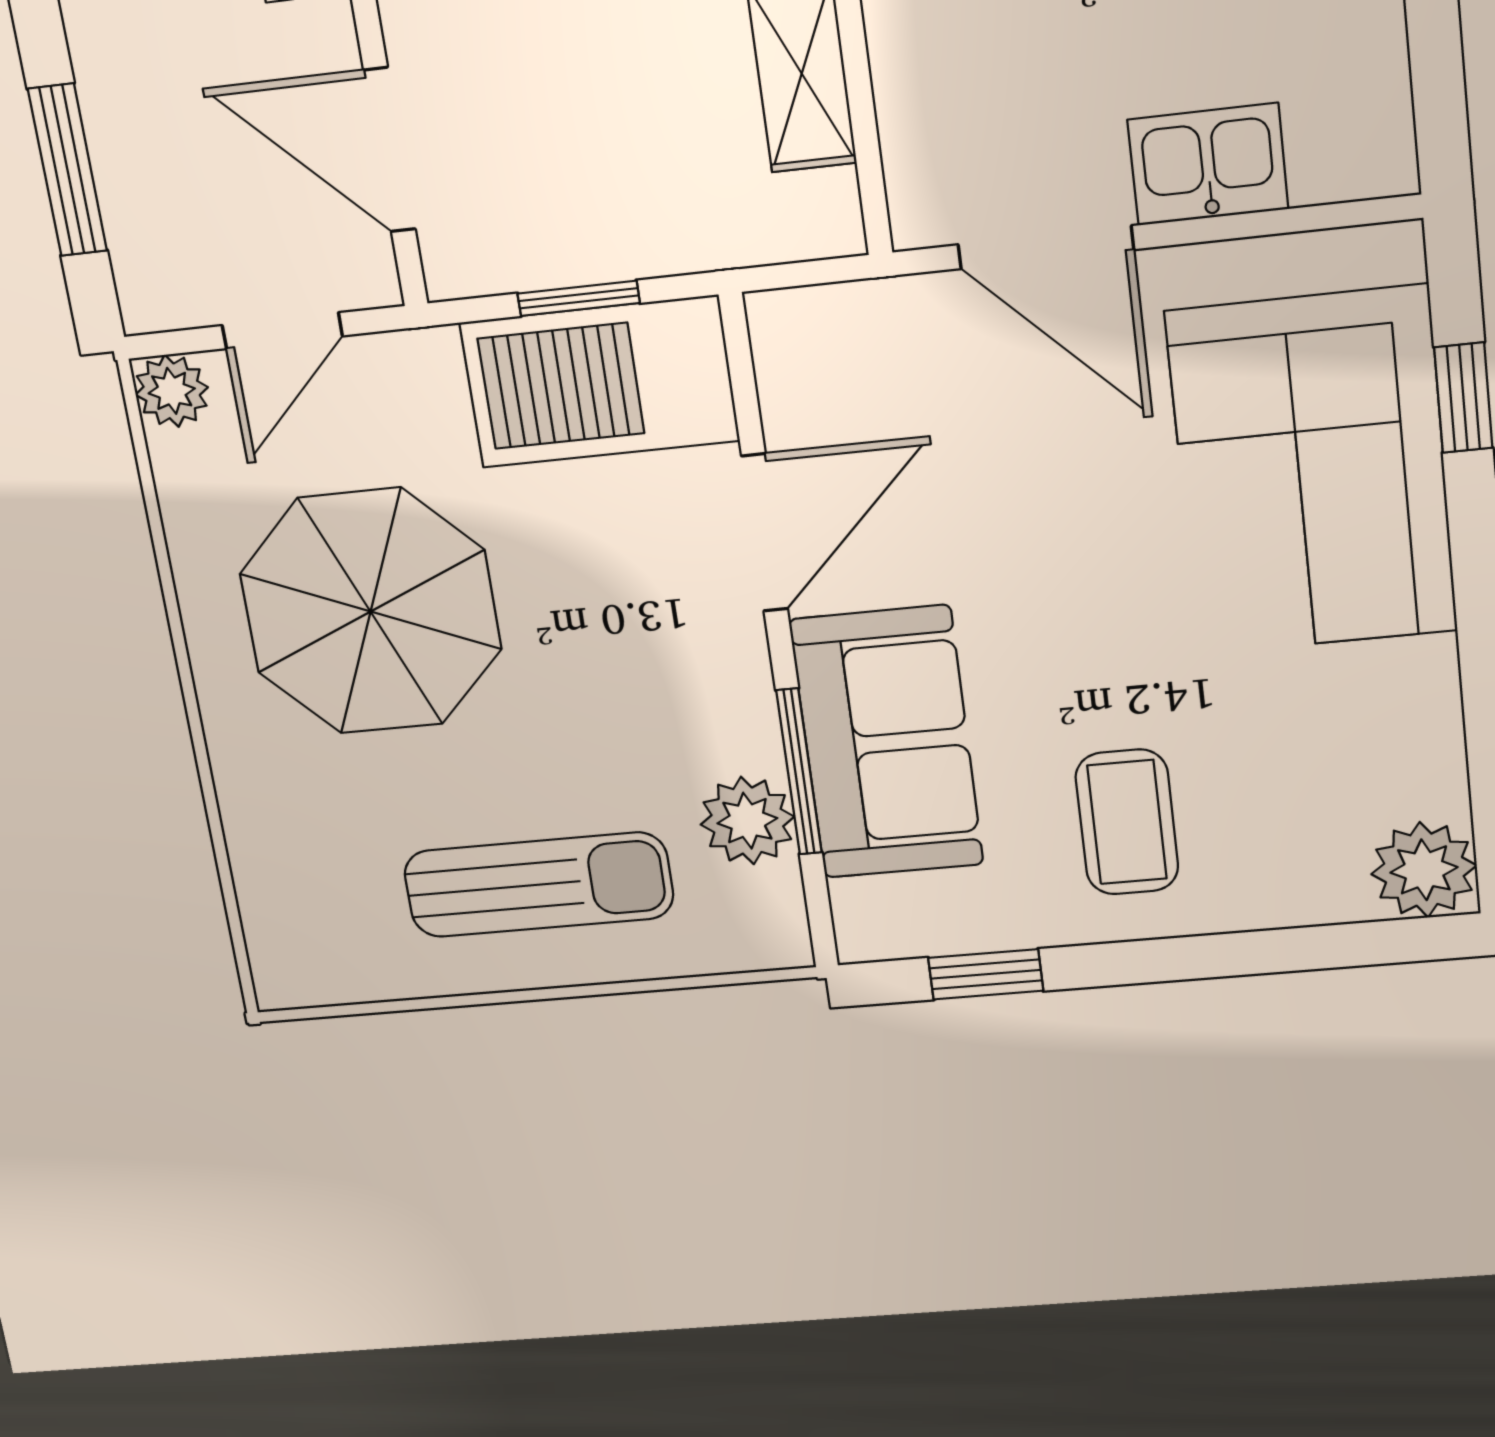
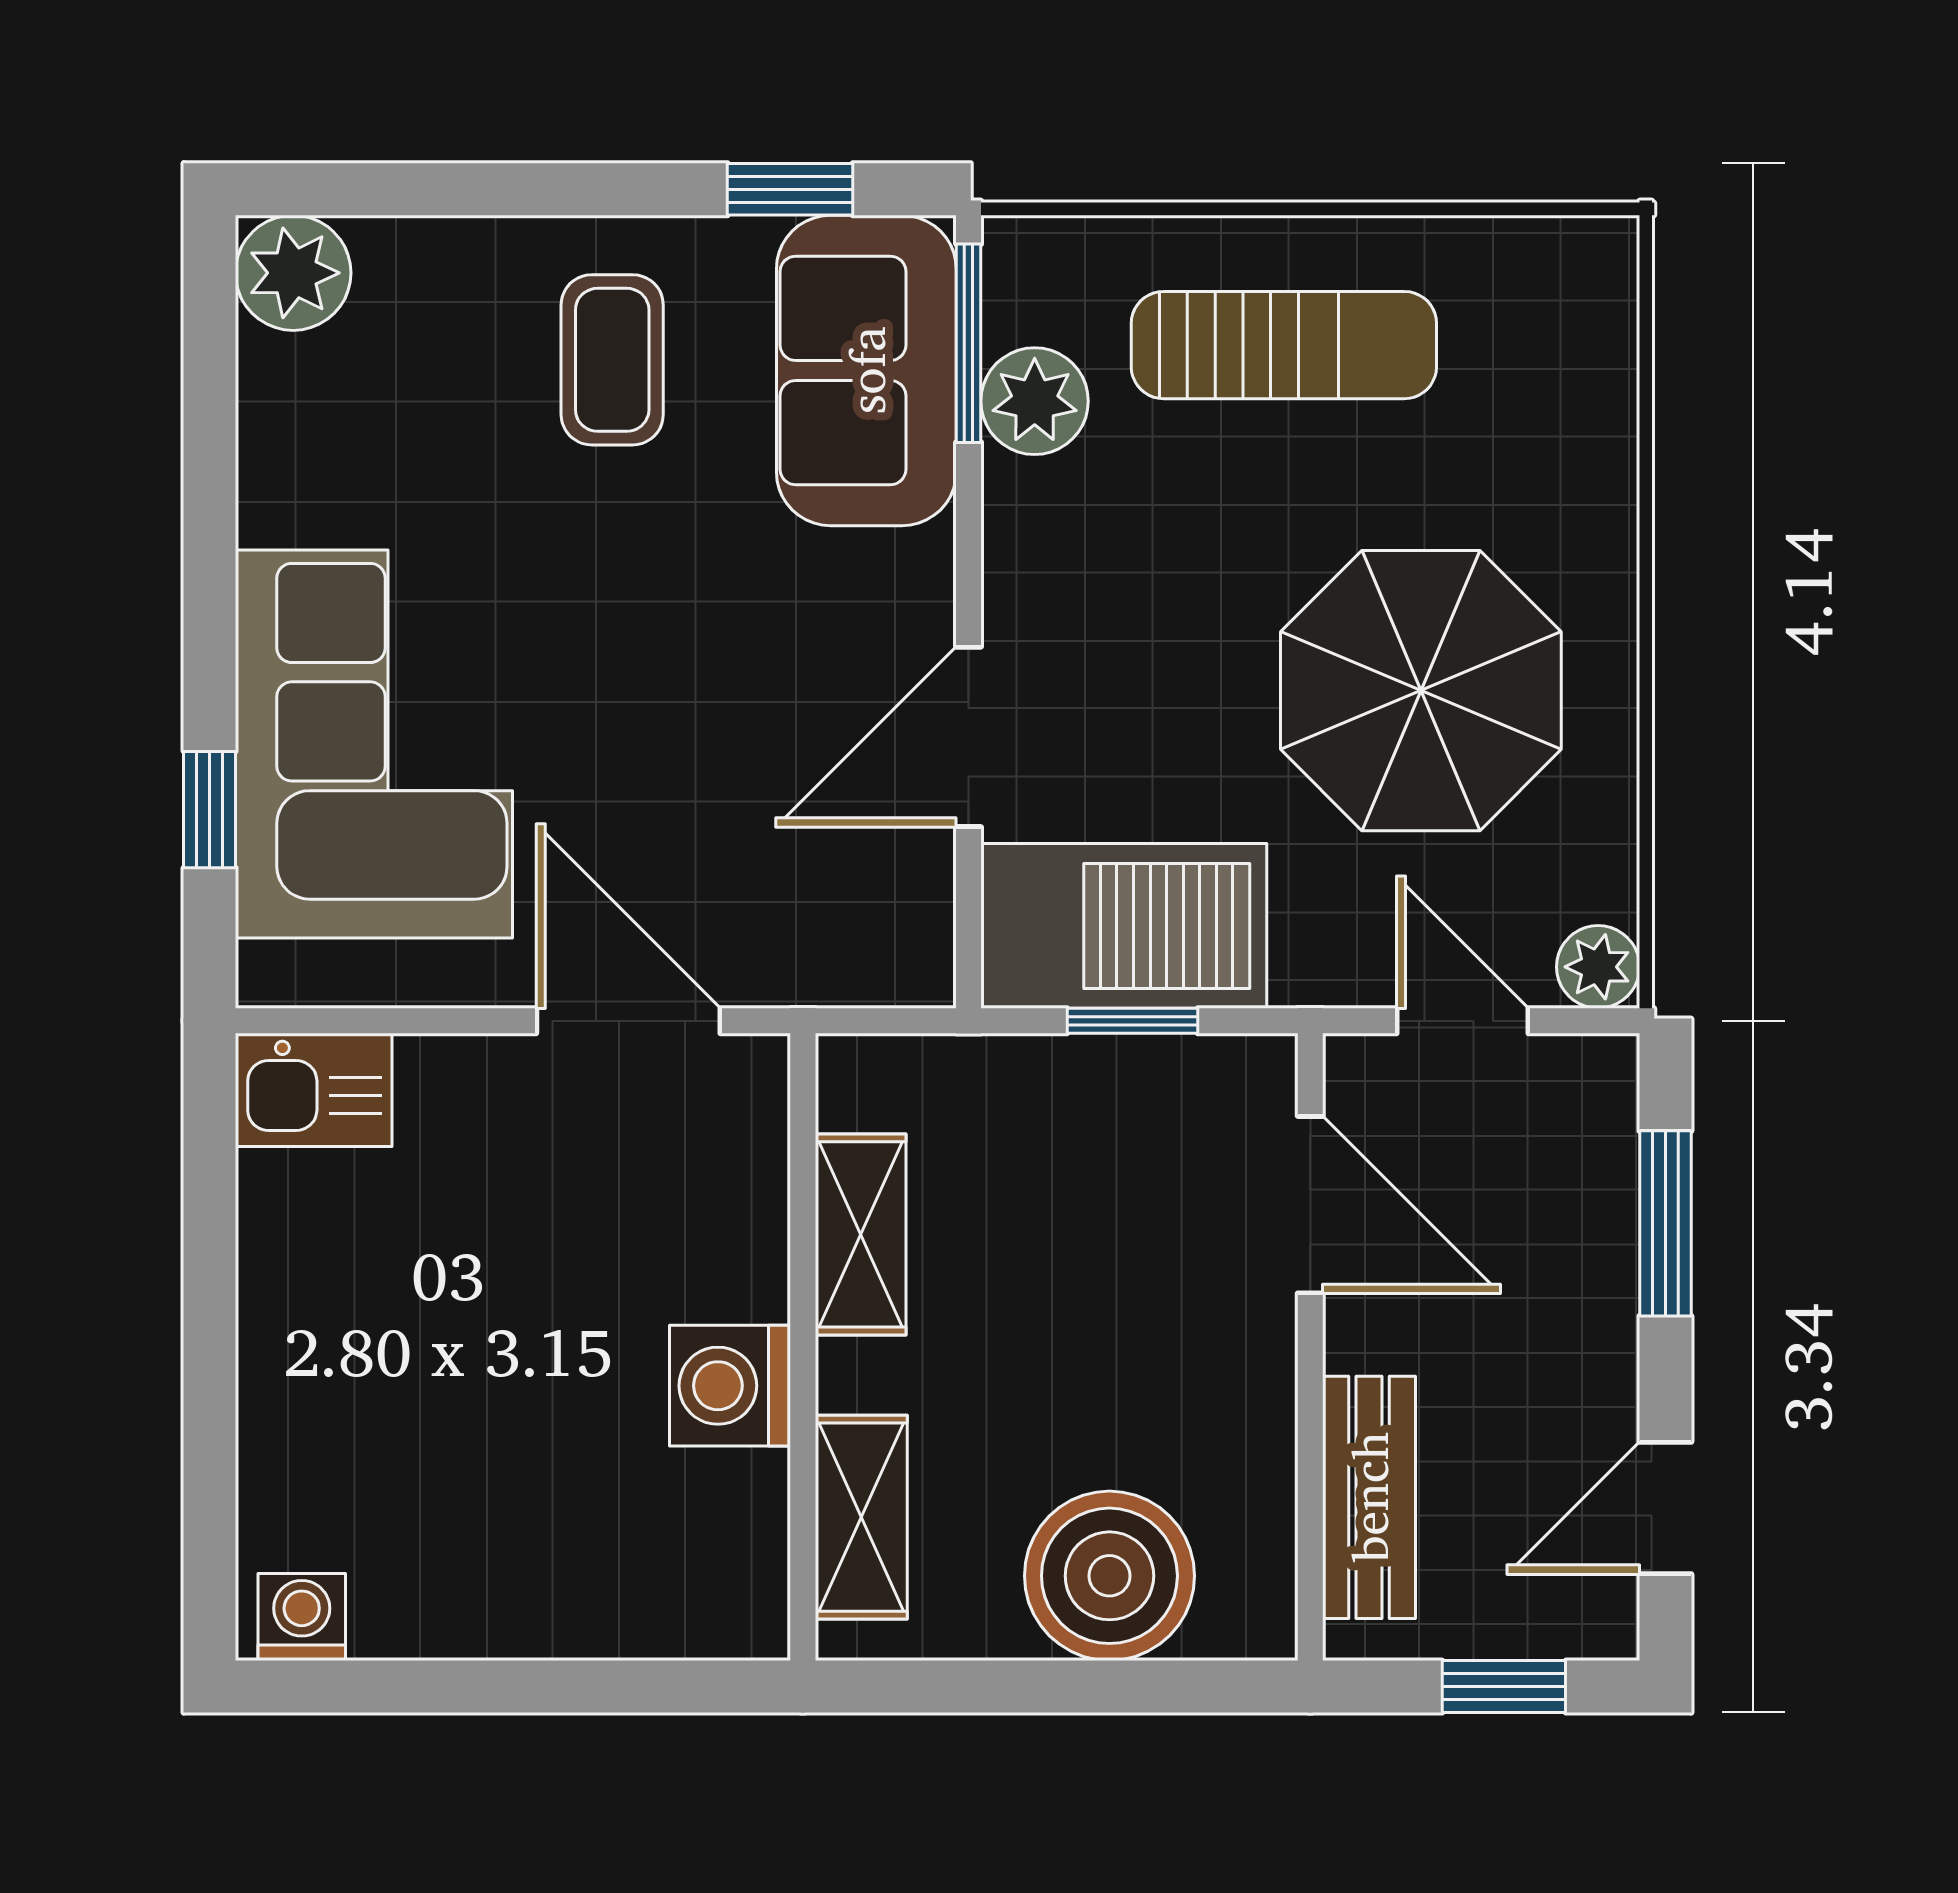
kitchen sink: (1208, 164) -> (314, 1090), moved
door: (282, 331) -> (1462, 1021), hinge flipped
sofa: (887, 743) -> (866, 370), moved
window: (799, 772) -> (969, 343), moved
sun lounger: (539, 885) -> (1284, 345), turned 180

